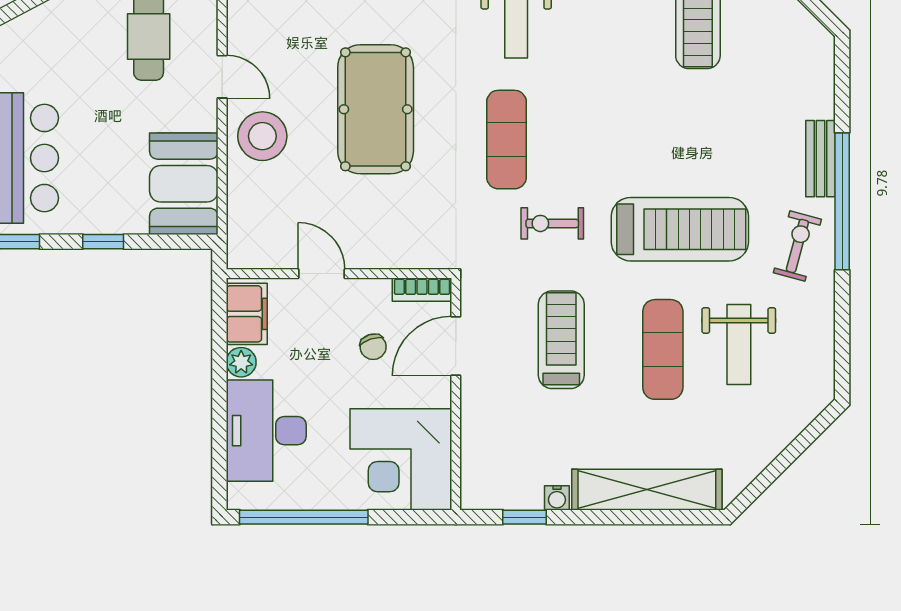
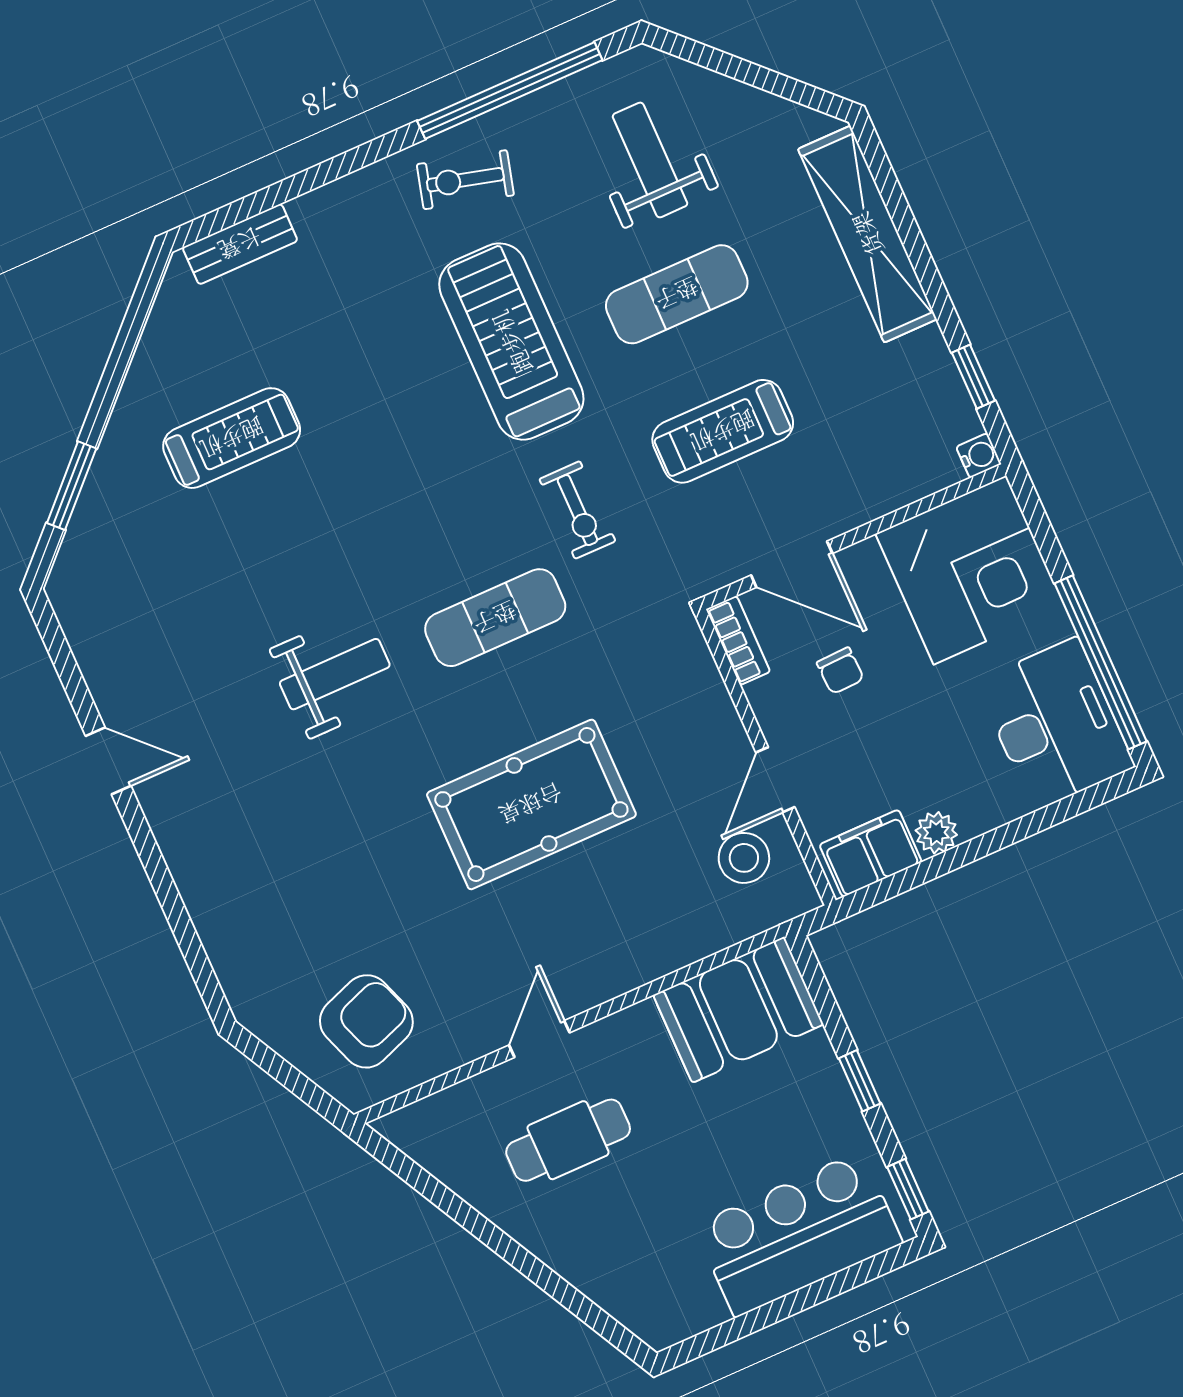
door: (222, 77) -> (539, 1039), moved
stool: (262, 136) -> (744, 858), moved, width x0.73, depth x0.73
bench: (821, 159) -> (240, 244), moved
window: (842, 201) -> (510, 91), moved
weight bench: (739, 345) -> (650, 160), moved, turned -90
chair: (373, 347) -> (840, 671), turned 106
desk: (266, 431) -> (1055, 724), moved, turned -90
water cooler: (557, 498) -> (979, 456), moved

